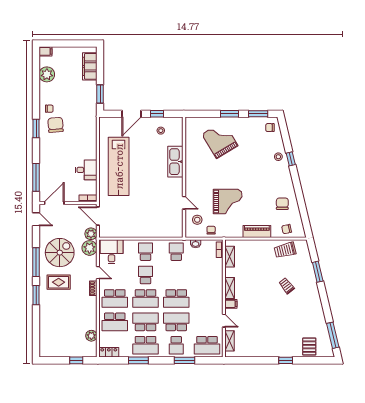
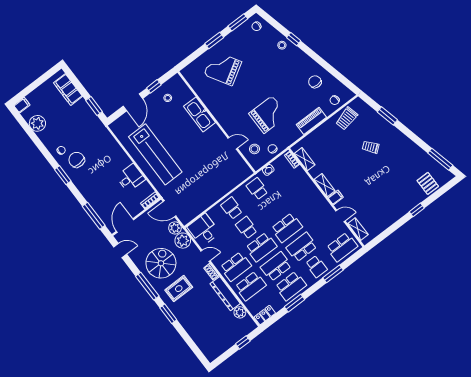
dresser: (91, 313) -> (225, 294), added

